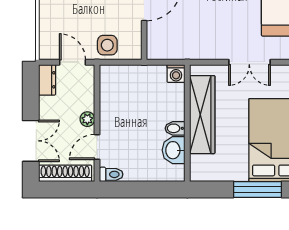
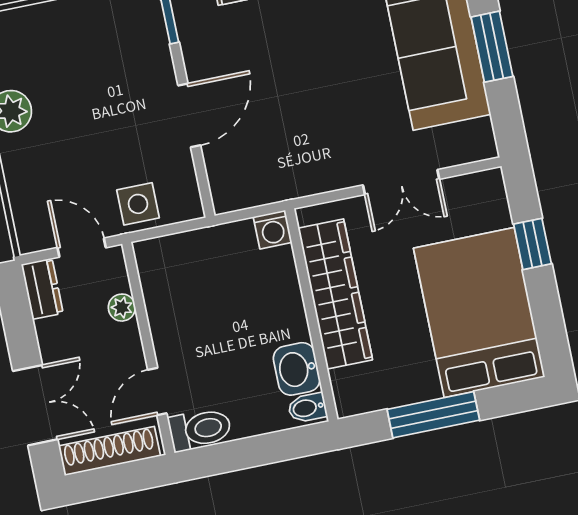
plant: (87, 119) -> (122, 308), moved
bidet: (175, 128) -> (307, 408), moved
toilet: (111, 174) -> (200, 429), width x1.37, depth x1.39
window: (258, 189) -> (433, 415), moved

